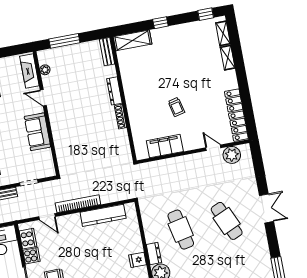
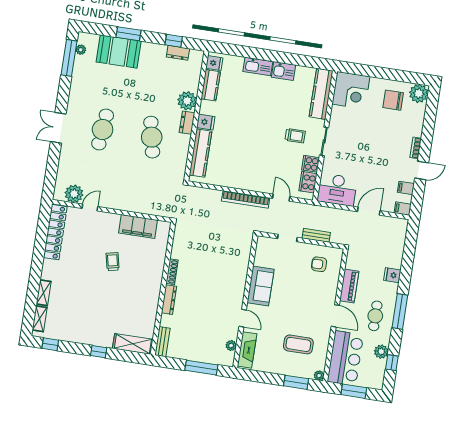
door: (213, 148) -> (90, 208), swing flipped
kitchen counter: (103, 215) -> (200, 153), moved, turned 90
cafe table: (227, 221) -> (103, 130), turned 30

